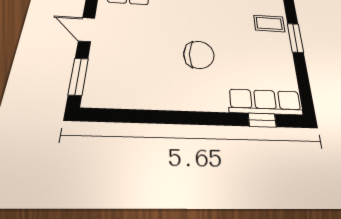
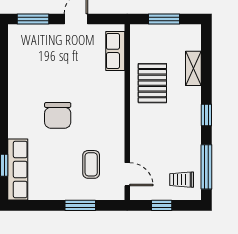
coffee table: (269, 23) -> (91, 164), moved

